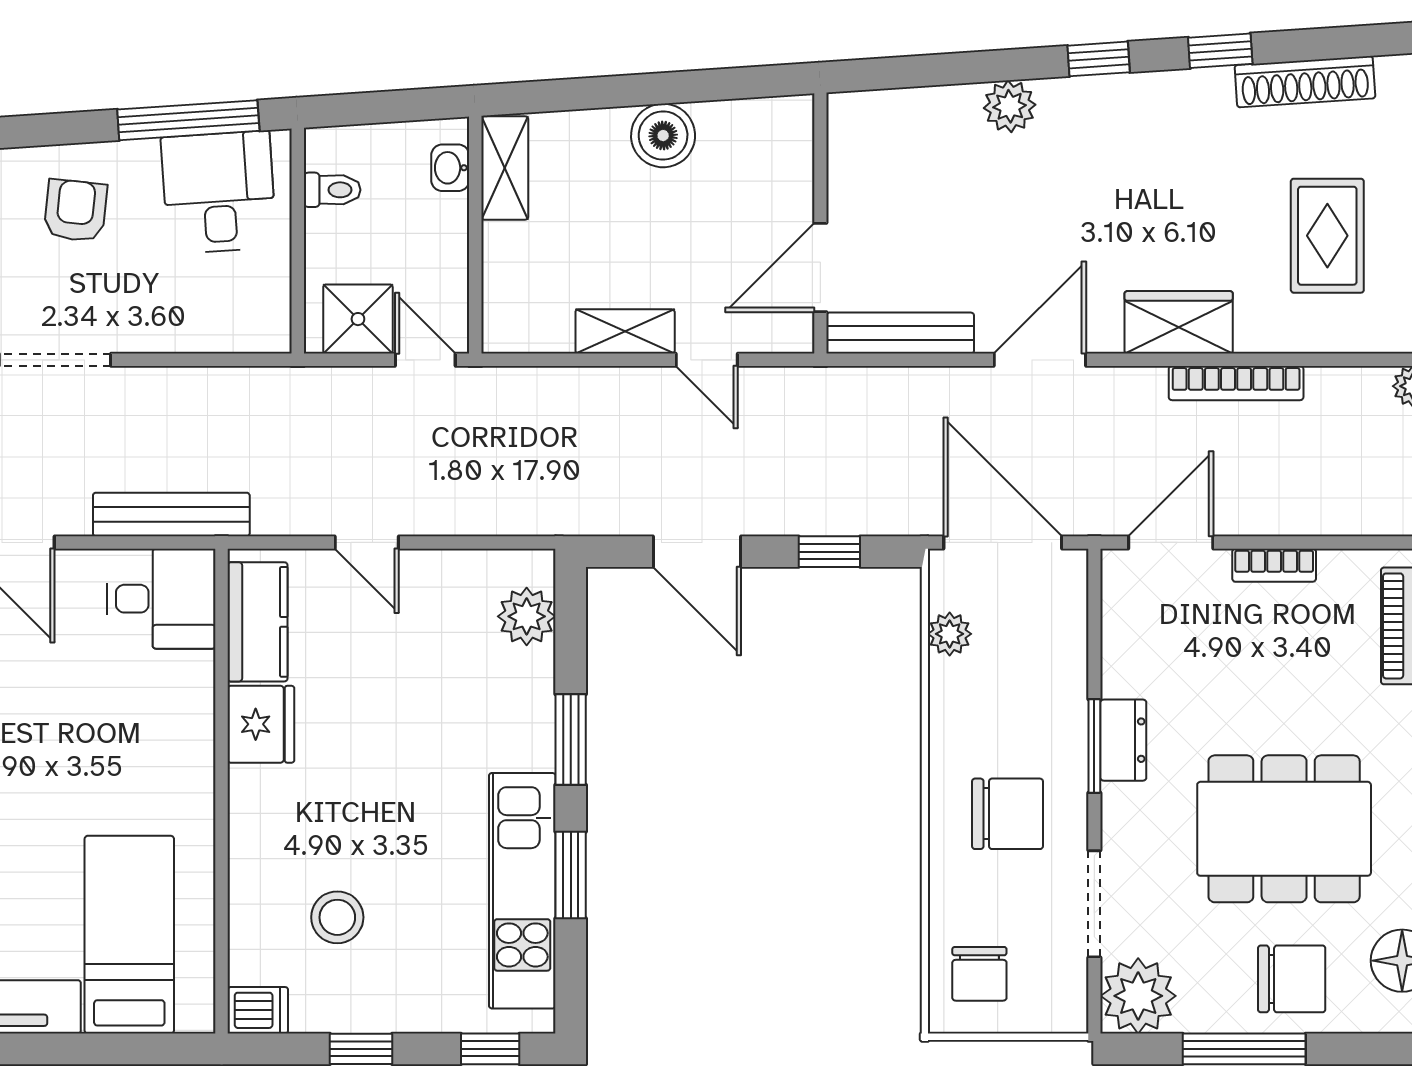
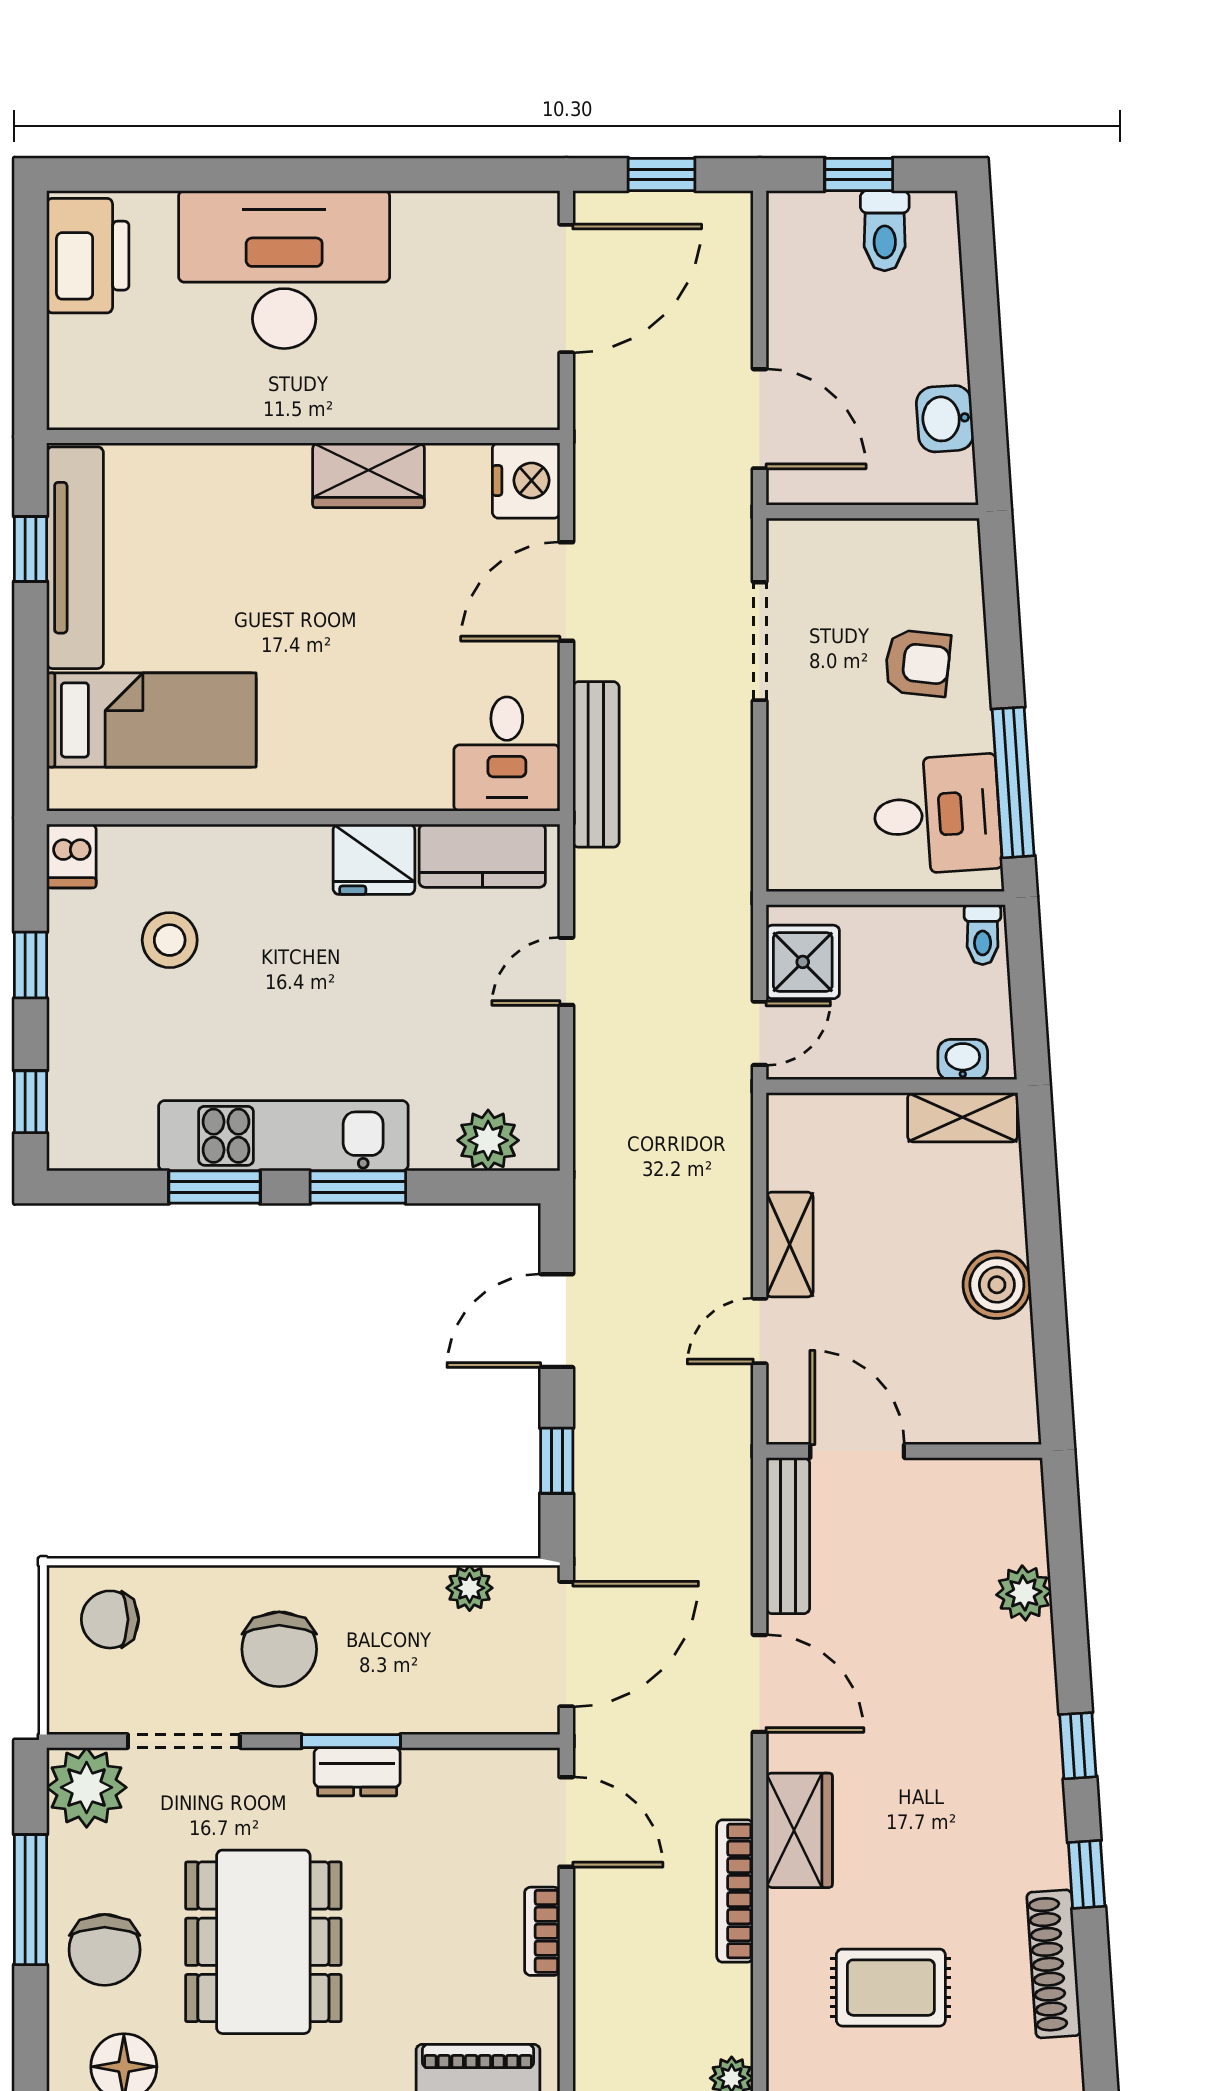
plant: (1010, 106) -> (1024, 1593), moved
toilet: (332, 190) -> (983, 935), moved
kitchen unit: (522, 891) -> (283, 1136), moved

